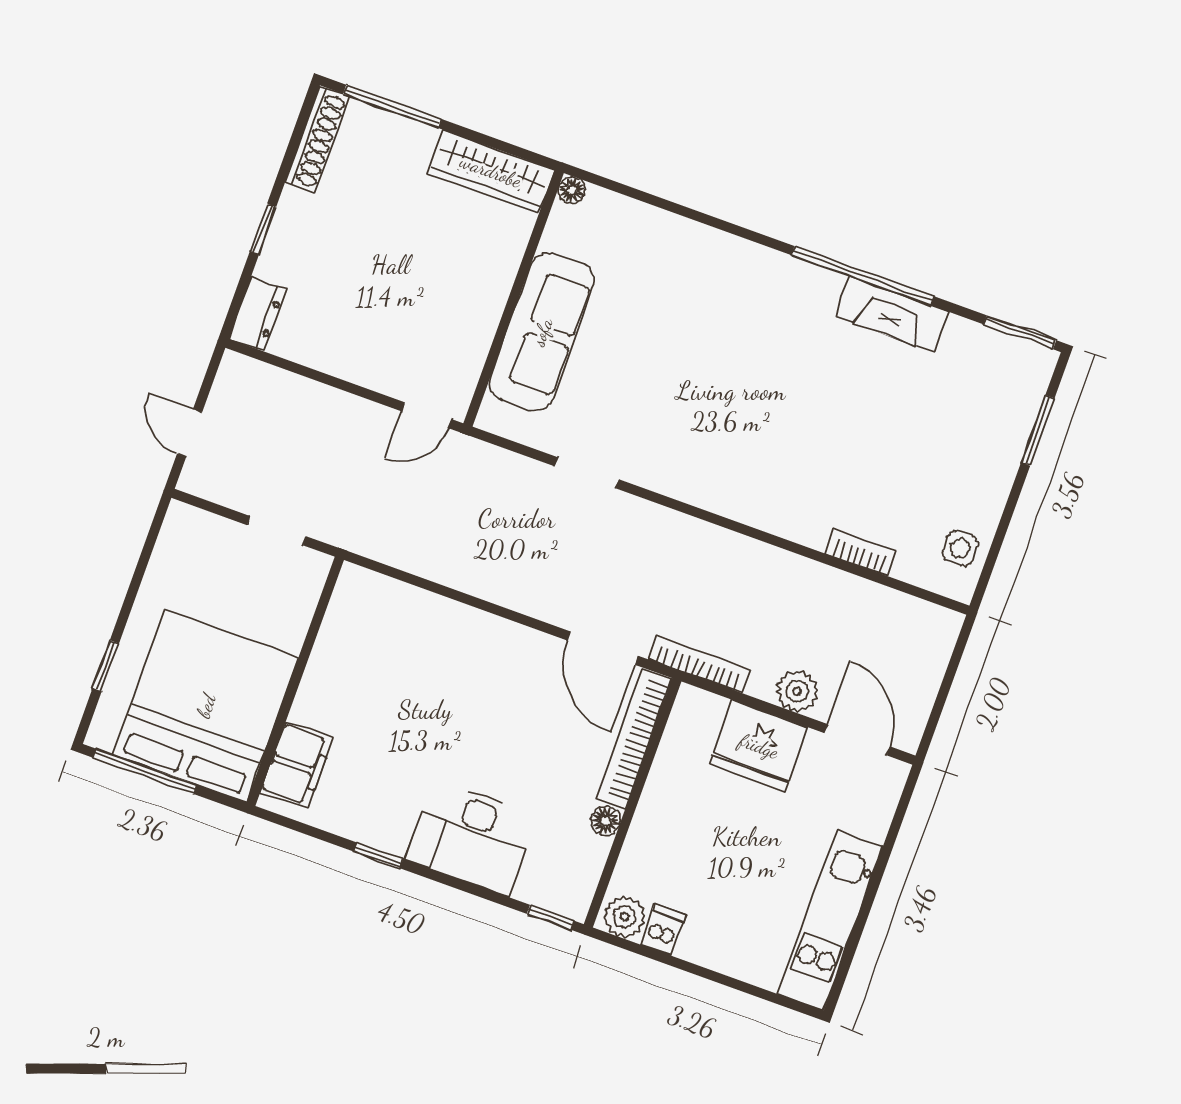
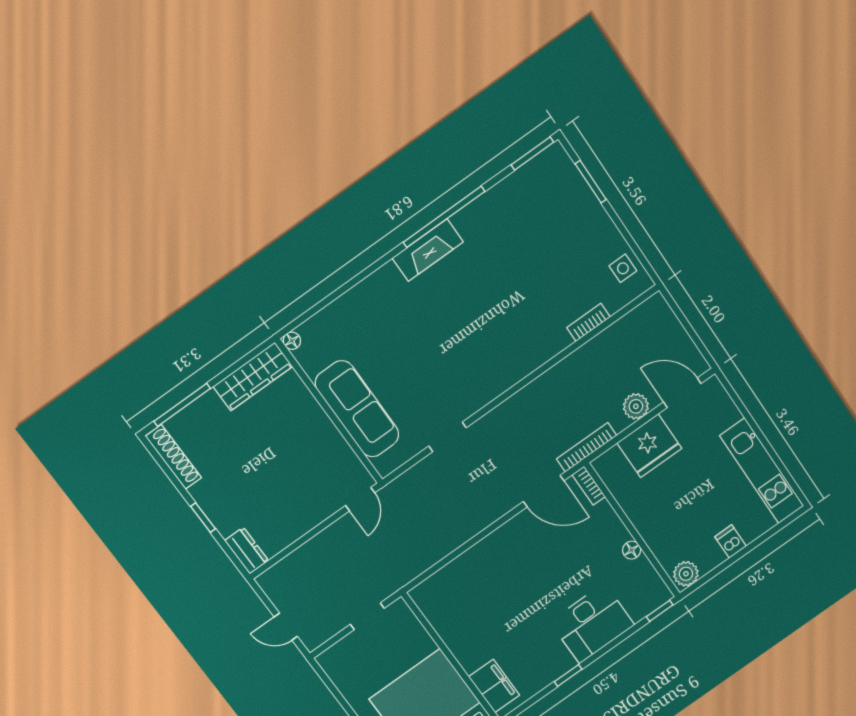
fireplace: (892, 314) -> (428, 250), moved
bookcase: (634, 738) -> (589, 486), width x0.43, depth x0.76
dishwasher: (663, 930) -> (731, 542), moved

